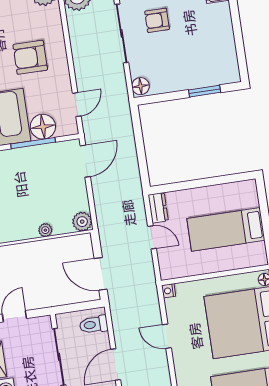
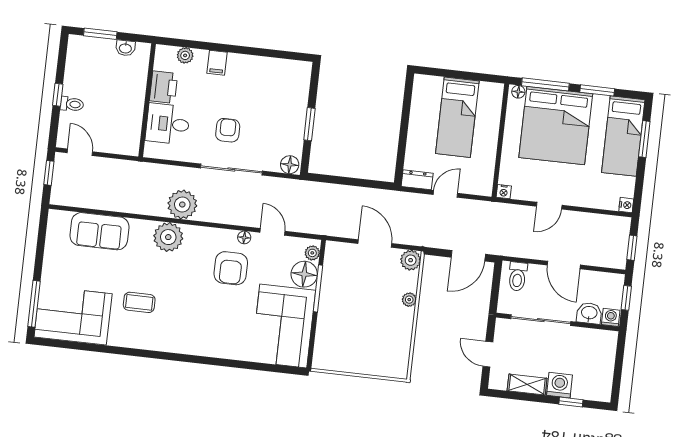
armchair: (157, 20) -> (228, 130), turned 180
floor lamp: (62, 62) -> (244, 237), added
window: (205, 91) -> (309, 124), moved
door: (77, 105) -> (272, 232), moved
plant: (65, 129) -> (312, 253), added
door: (85, 161) -> (375, 244), moved

